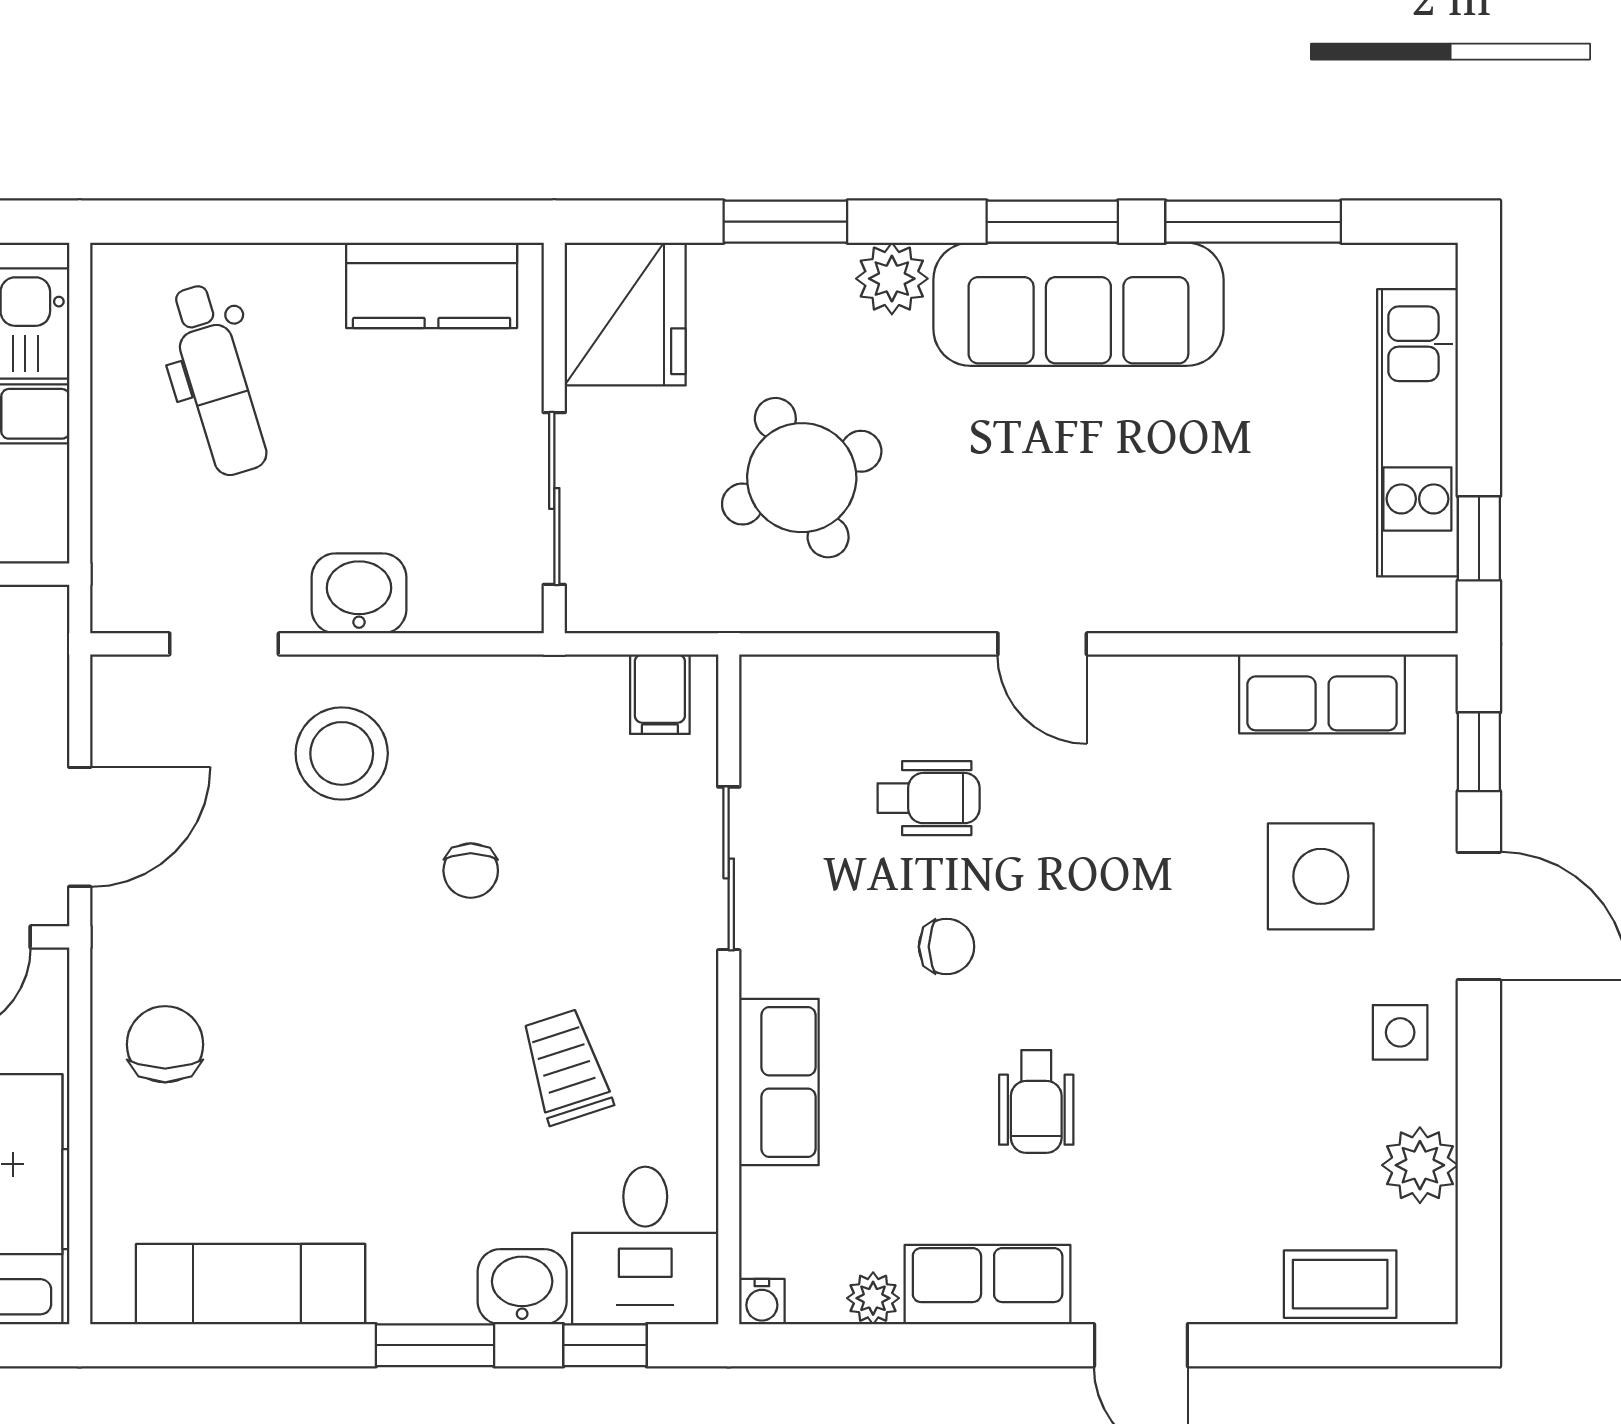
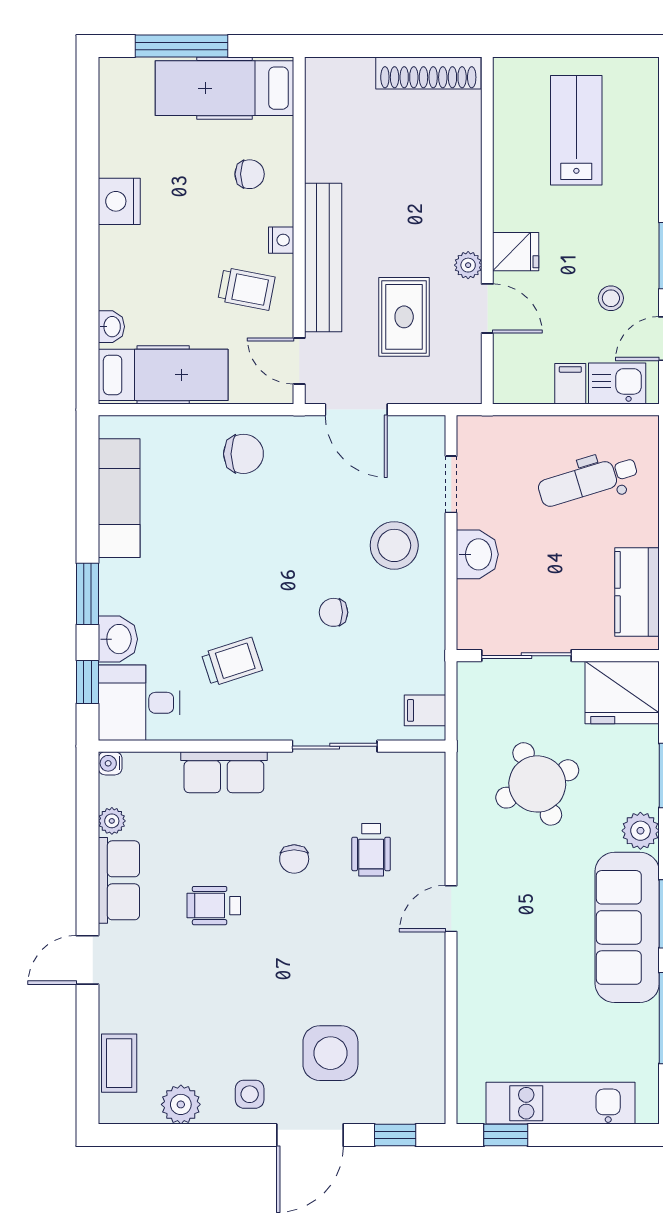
row of seats: (1322, 694) -> (425, 1054), removed

